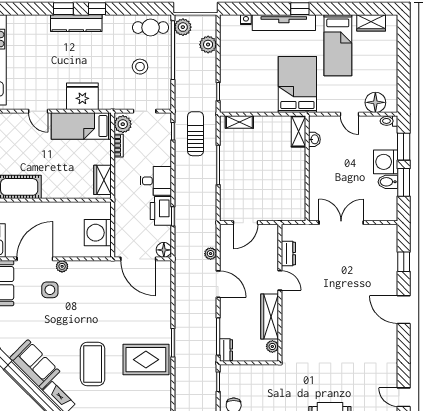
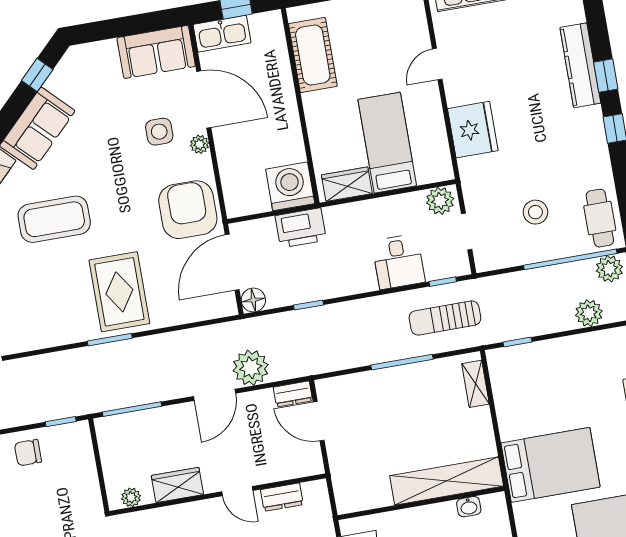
kitchen counter: (76, 23) -> (580, 65), moved
bed: (81, 126) -> (387, 143), moved
shelving: (298, 131) -> (447, 481), width x2.20, depth x1.33
sun lounger: (196, 134) -> (445, 318), turned 180
bookcase: (119, 146) -> (405, 200), removed
desk: (156, 181) -> (398, 262), moved
printer: (161, 211) -> (301, 228), moved, turned 180
washing machine: (98, 233) -> (290, 186), moved
plant: (211, 254) -> (251, 368), width x1.88, depth x1.88
door: (280, 280) -> (237, 491), hinge flipped
armchair: (101, 281) -> (188, 210), added
wardrobe: (270, 317) -> (177, 485), width x0.67
dresser: (226, 350) -> (293, 394), moved
rug: (146, 360) -> (119, 292), moved

